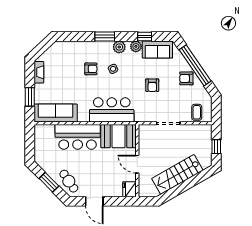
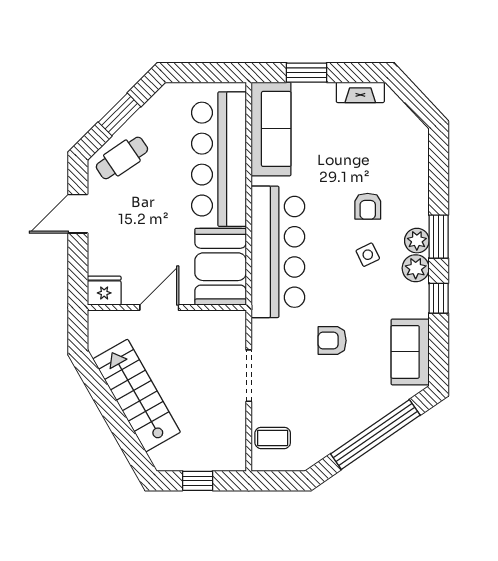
window: (145, 36) -> (439, 298), moved
plant: (136, 46) -> (417, 241), moved
armchair: (186, 78) -> (347, 415), removed
bar counter: (112, 110) -> (278, 252), width x1.36
bar counter: (78, 137) -> (219, 159), width x1.36

